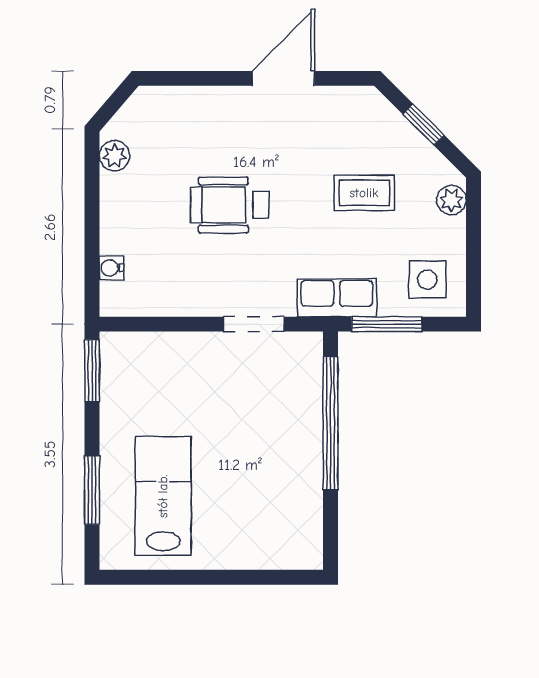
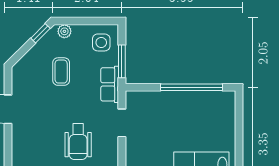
window: (424, 125) -> (40, 33), moved
wheelchair: (230, 205) -> (78, 142), moved
window: (330, 423) -> (191, 87), moved

